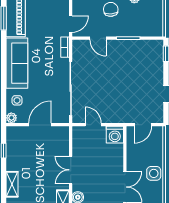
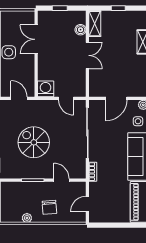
door: (71, 24) -> (87, 204), moved
spiral stairs: (127, 78) -> (34, 142), added
door: (143, 125) -> (19, 98), hinge flipped

